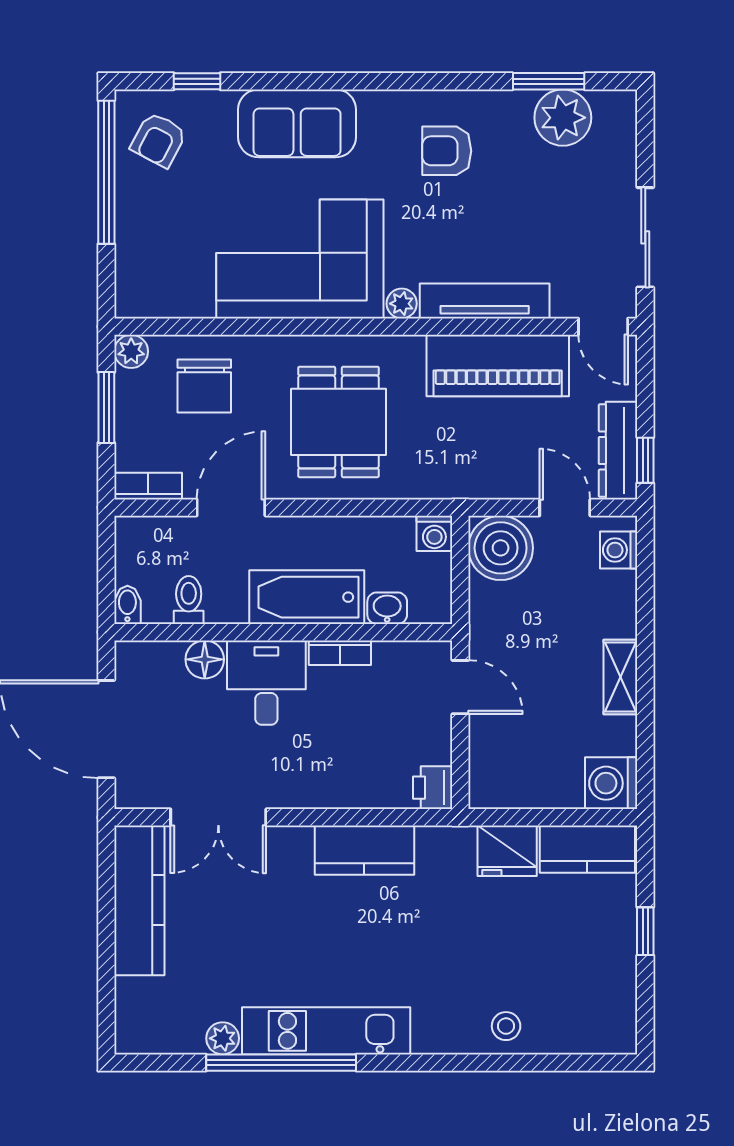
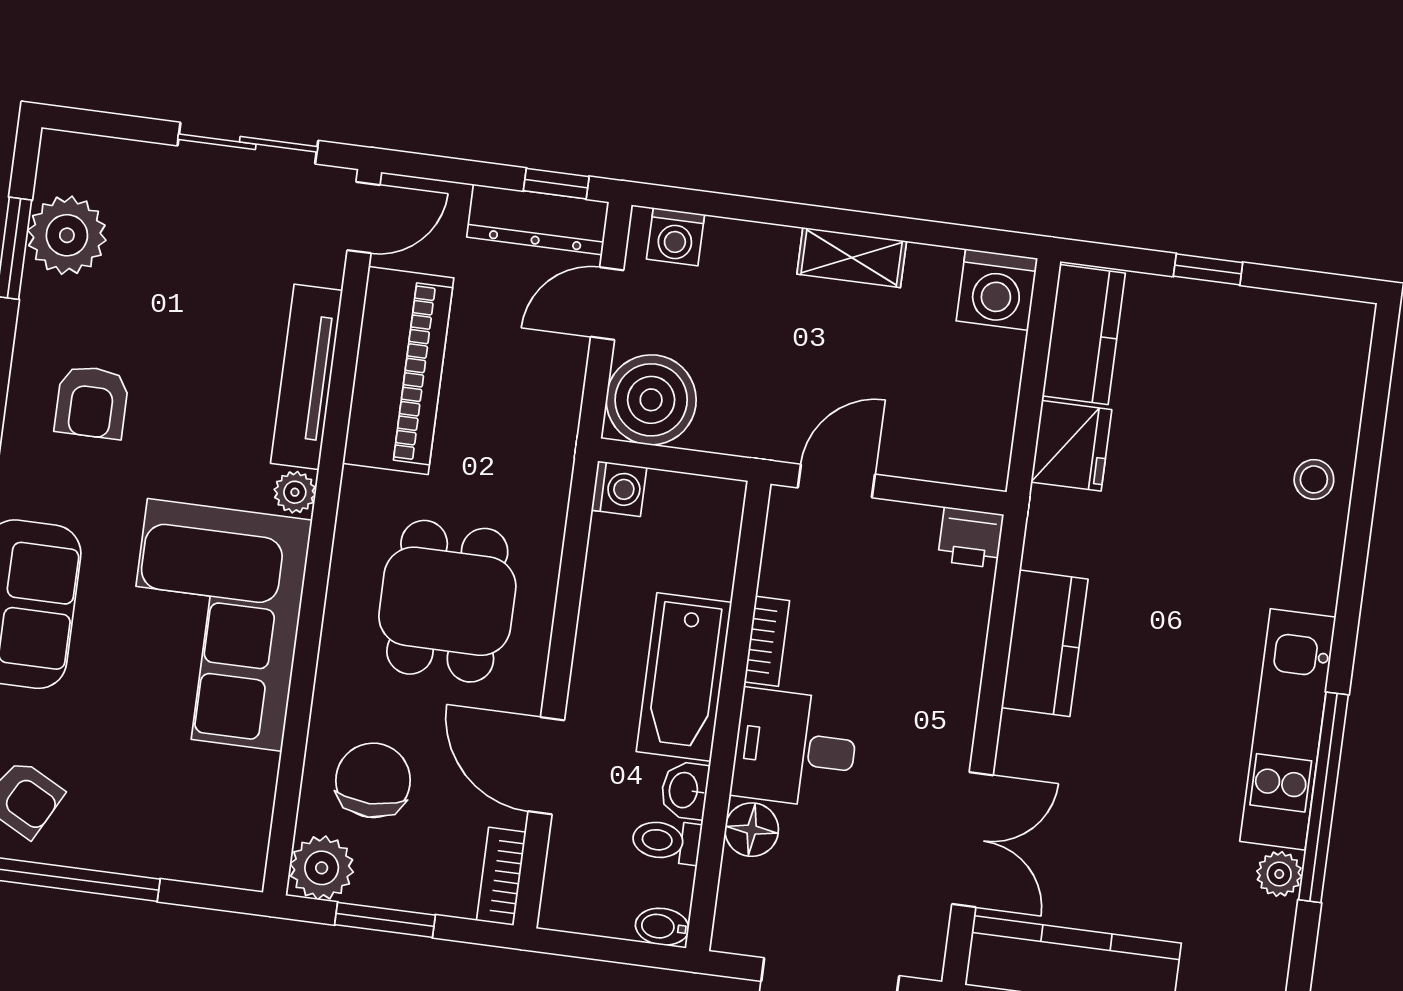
plant: (131, 351) -> (322, 868), width x1.38, depth x1.38
chair: (204, 386) -> (373, 780), turned -90
dining table: (338, 422) -> (447, 601), turned 90
washbasin: (387, 608) -> (685, 790), moved

